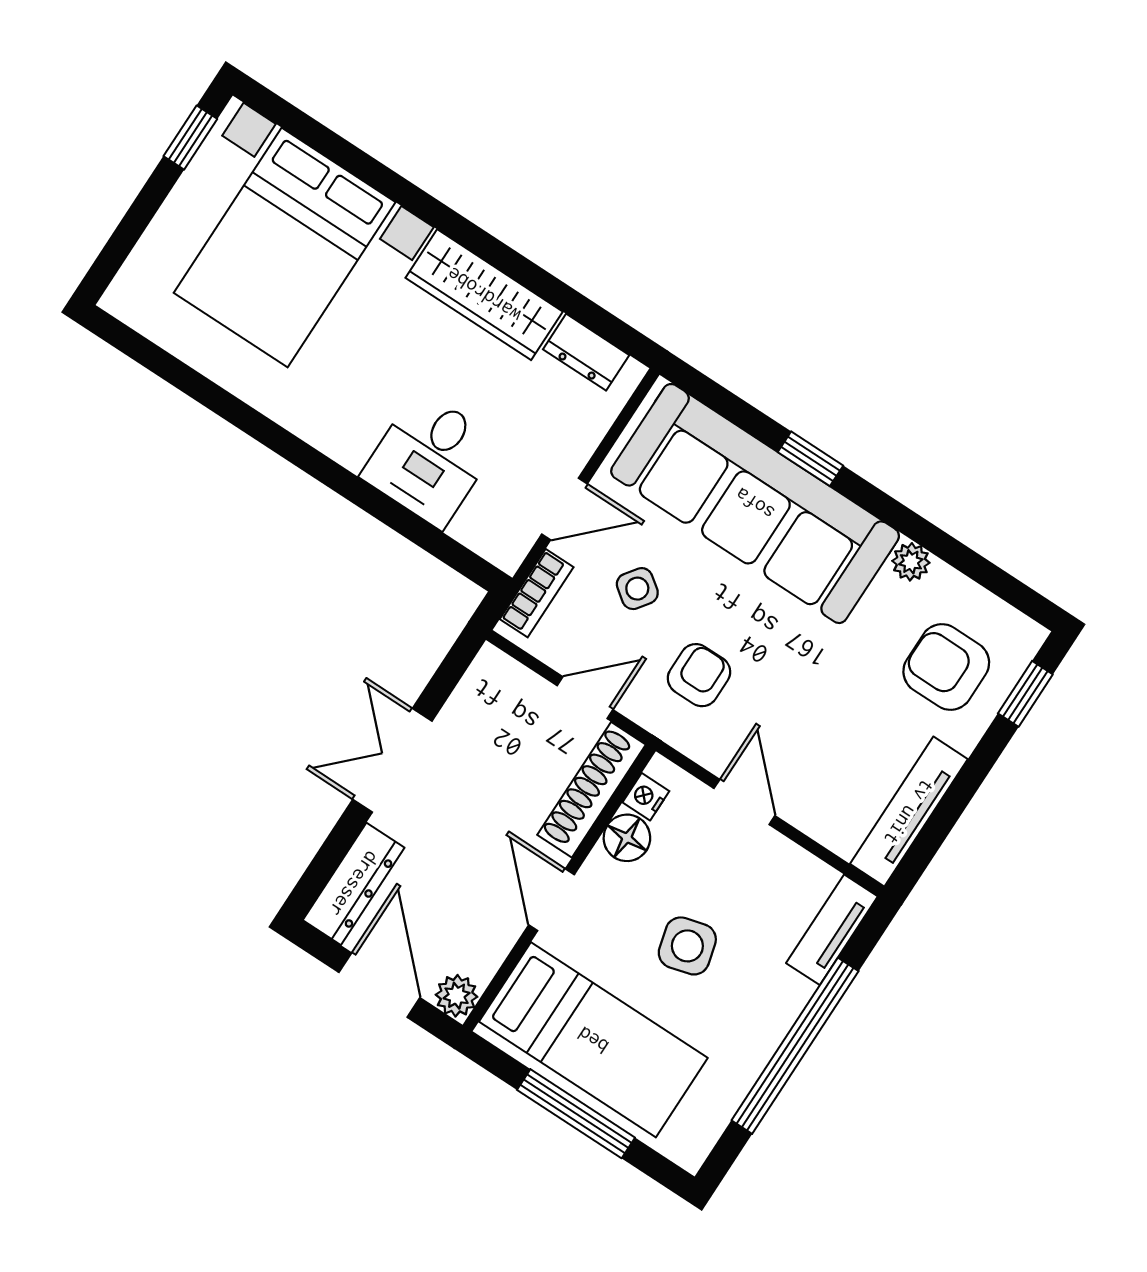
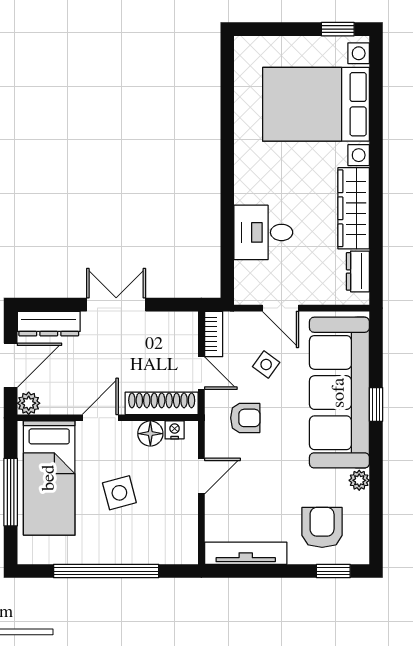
bookcase: (537, 593) -> (214, 334), moved, turned -90
tv unit: (832, 930) -> (169, 553), removed

